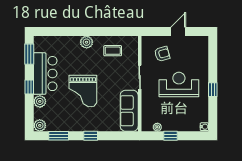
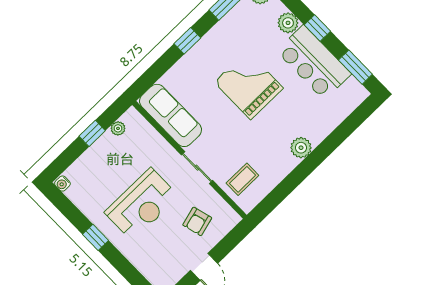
coffee table: (113, 51) -> (242, 179), moved

